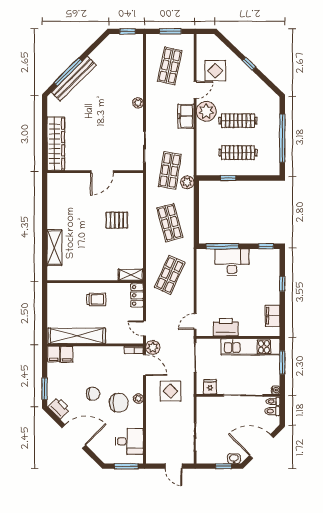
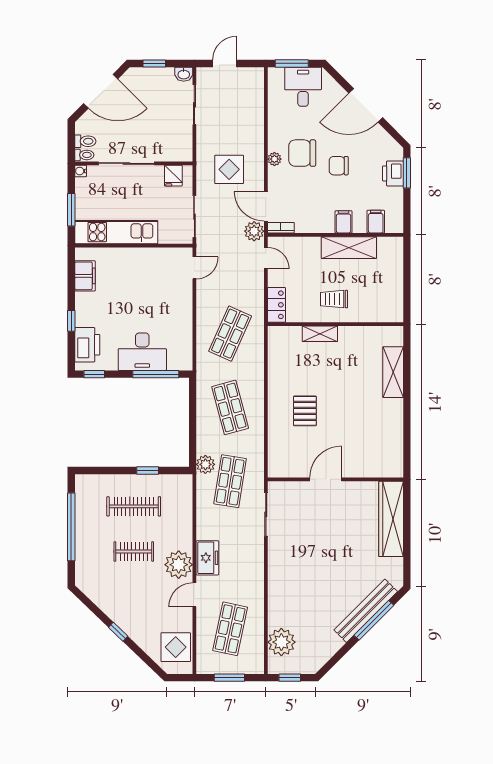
display table: (215, 71) -> (176, 647), moved
plant: (138, 103) -> (281, 642), moved, width x1.88, depth x1.88
clothes rail: (238, 121) -> (134, 551), width x0.73
pallet: (117, 220) -> (305, 411), turned 90
shelving: (131, 275) -> (320, 334), moved
printer: (226, 327) -> (87, 345), moved, turned -90
shelving: (77, 336) -> (349, 248), width x0.68
filing cabinet: (54, 354) -> (344, 222), moved
printer: (59, 408) -> (393, 173), moved, turned 45
desk: (129, 441) -> (303, 87), moved, turned 90
washbasin: (234, 459) -> (184, 74), moved
door: (174, 466) -> (225, 63), hinge flipped

